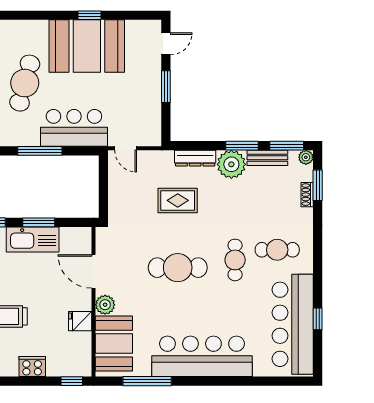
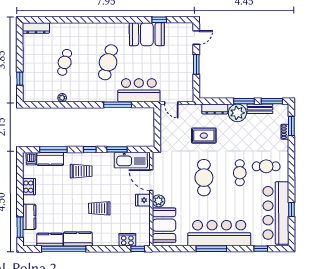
window: (89, 15) -> (159, 20), moved
booth: (87, 46) -> (147, 34), width x0.73, depth x0.70
plant: (306, 157) -> (284, 108), removed
kitchen sink: (33, 239) -> (131, 160), moved
cafe table: (178, 268) -> (204, 178), turned 90
fridge: (80, 321) -> (143, 200), moved
cooker: (32, 367) -> (127, 240), moved
window: (147, 381) -> (211, 249), moved
window: (268, 381) -> (261, 249), added

